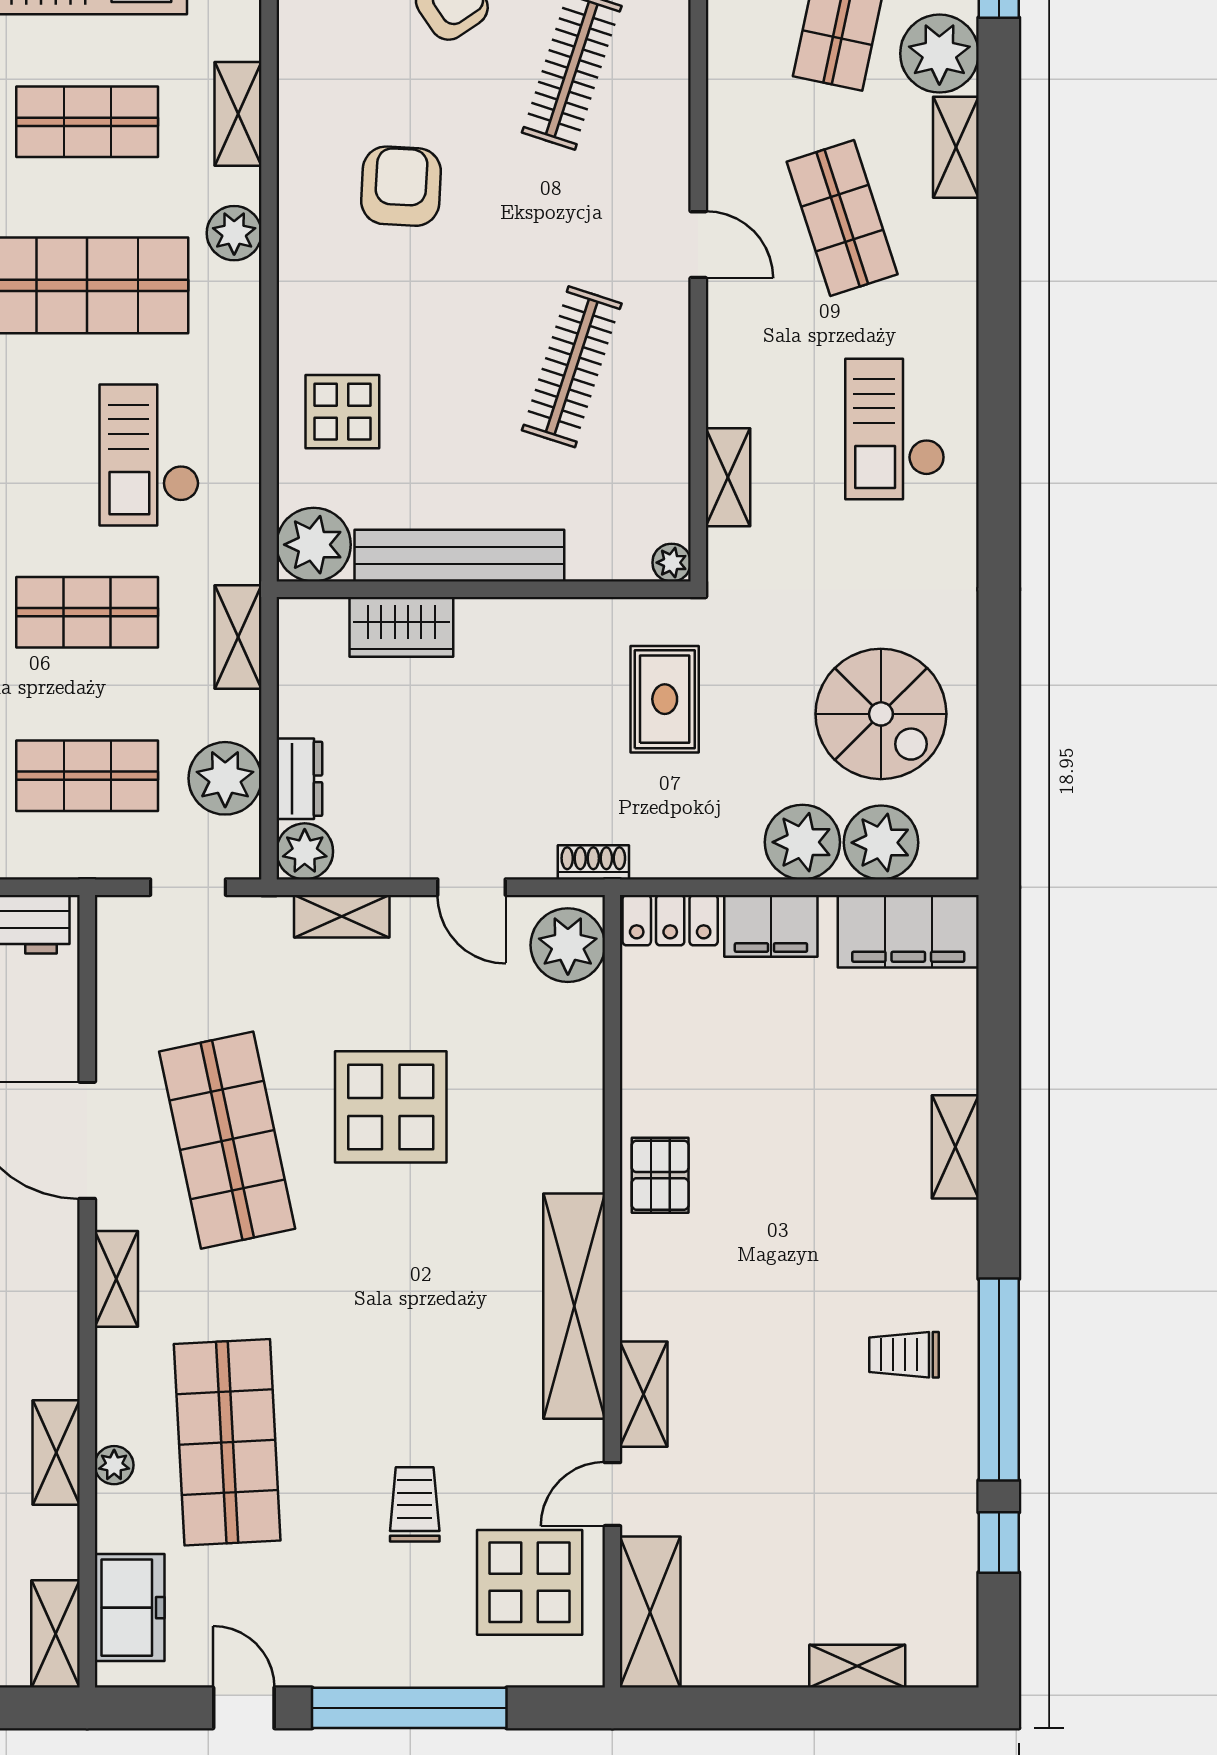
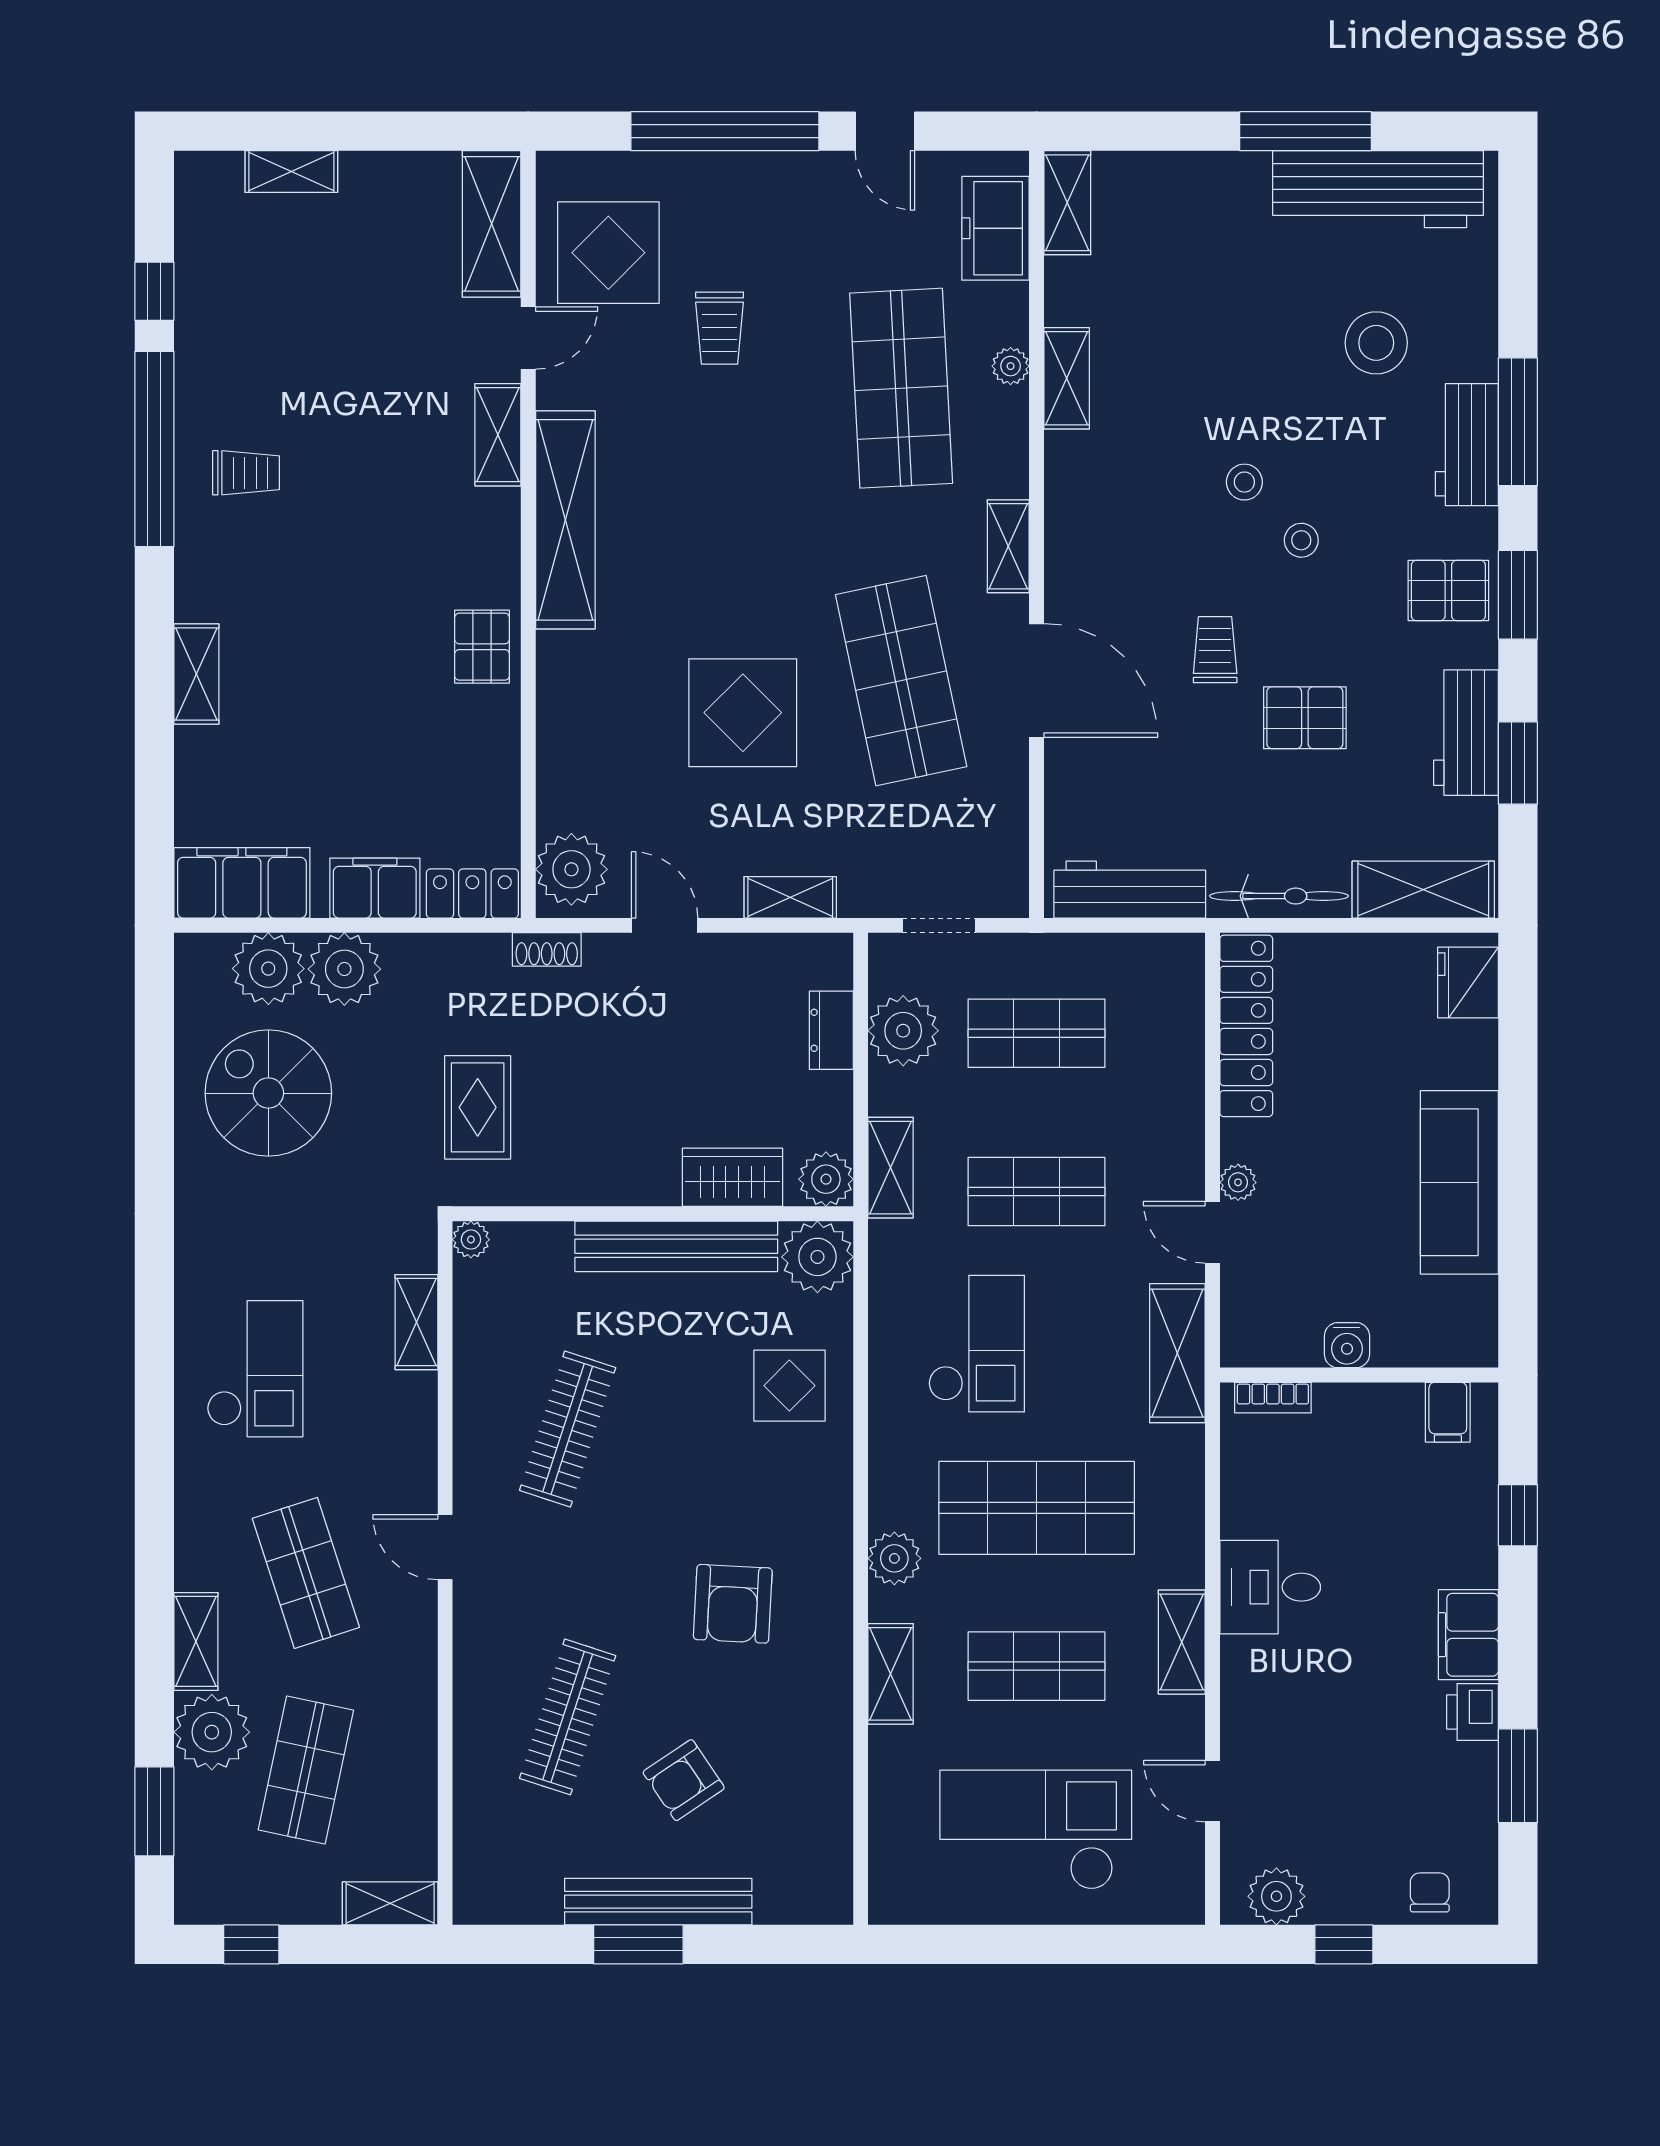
plant: (305, 851) -> (826, 1179), moved

